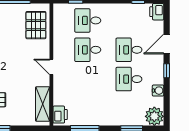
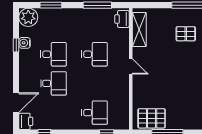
pallet: (36, 25) -> (152, 118), moved, turned 90
door: (167, 44) -> (16, 103), moved
desk: (88, 50) -> (95, 54), moved
window: (167, 71) -> (16, 45), moved

